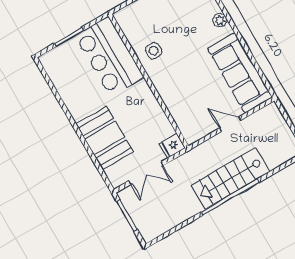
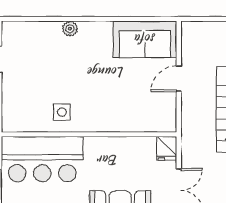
sofa: (240, 73) -> (145, 39), width x0.73

